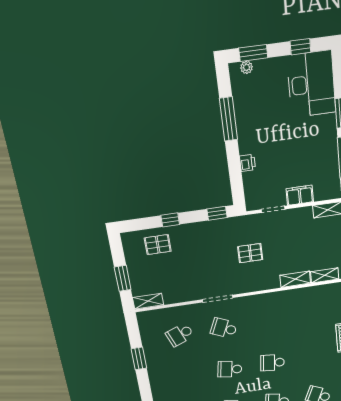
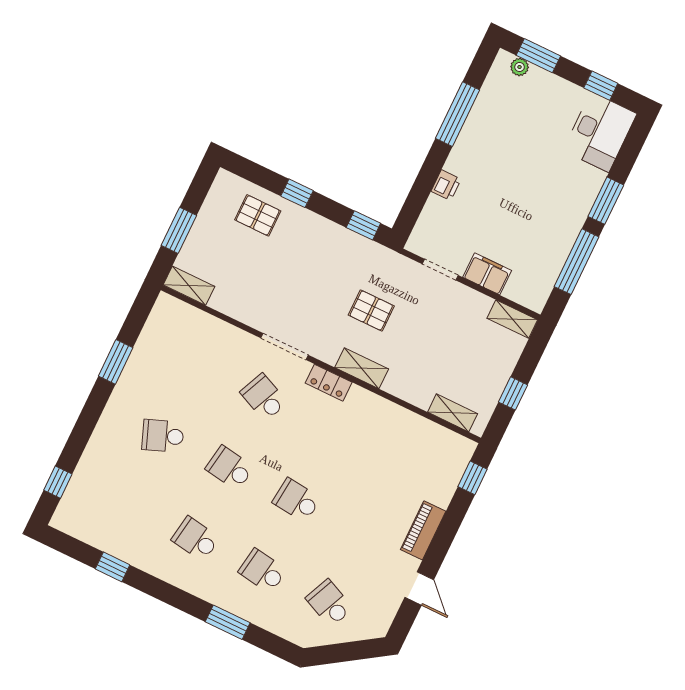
desk: (311, 84) -> (600, 132), width x0.73, depth x0.77
shelving: (295, 279) -> (362, 368), moved
locker: (252, 301) -> (329, 383), added
school desk: (180, 335) -> (163, 436), moved

